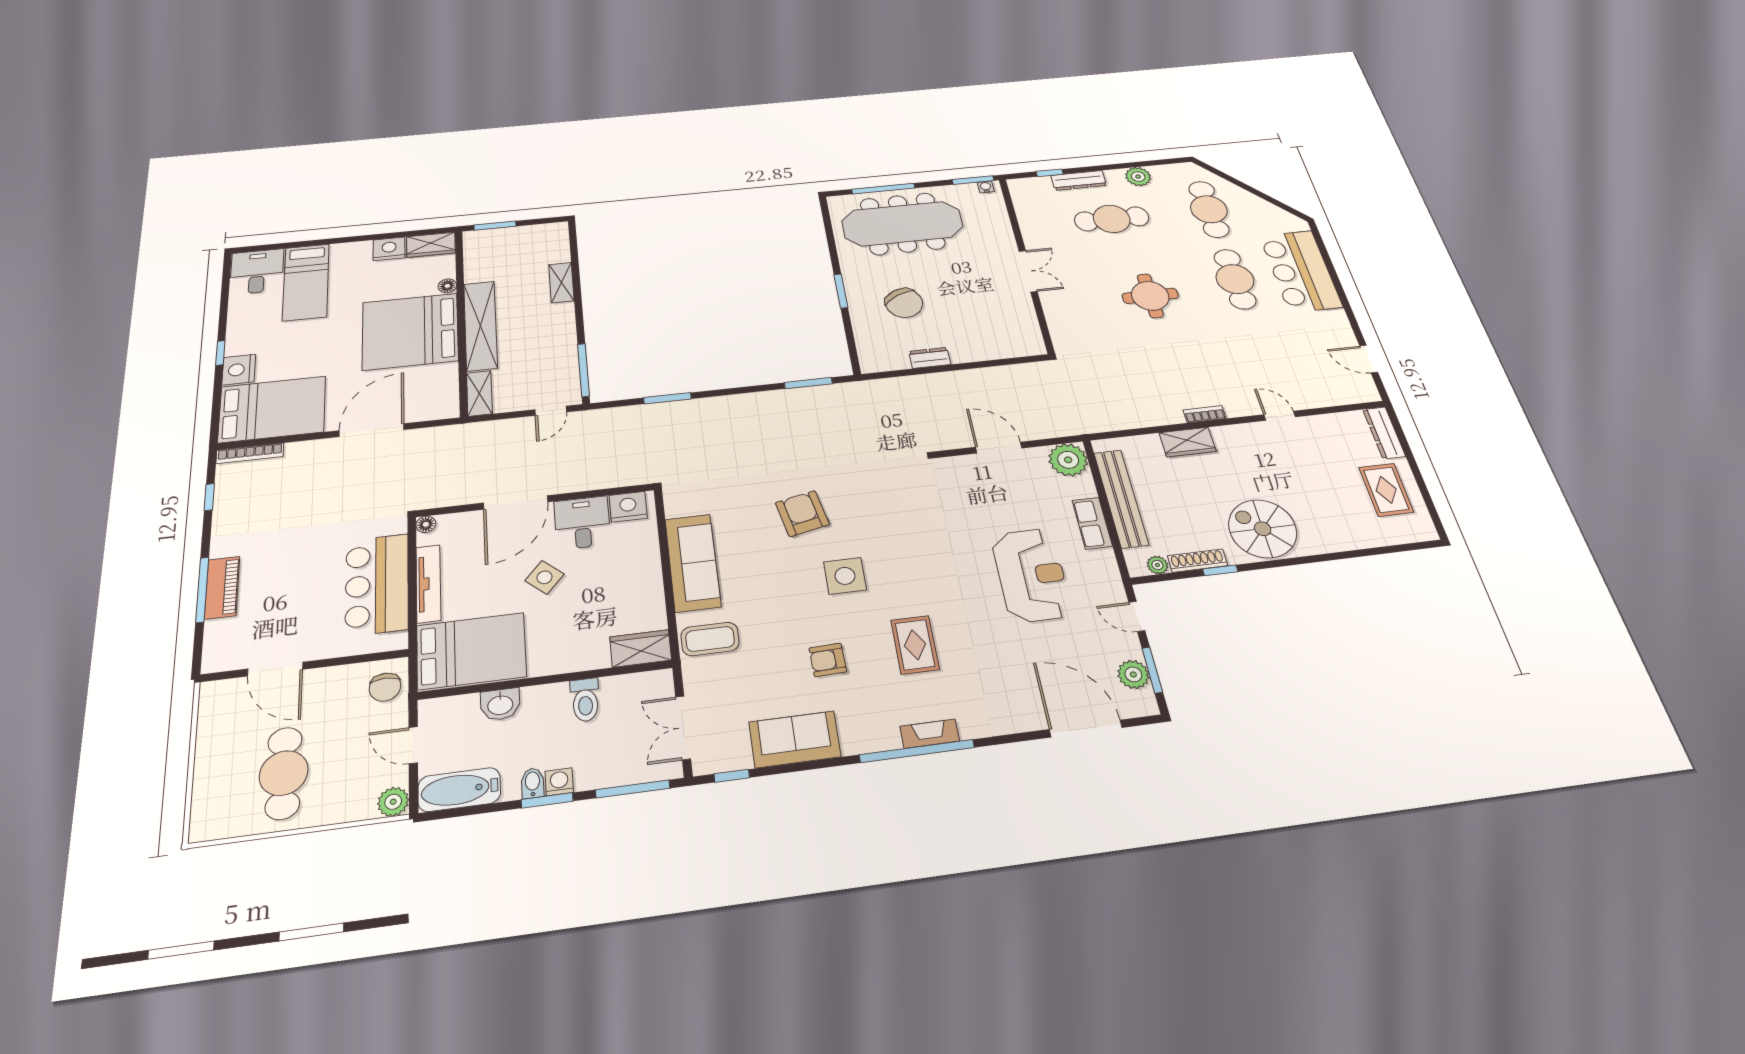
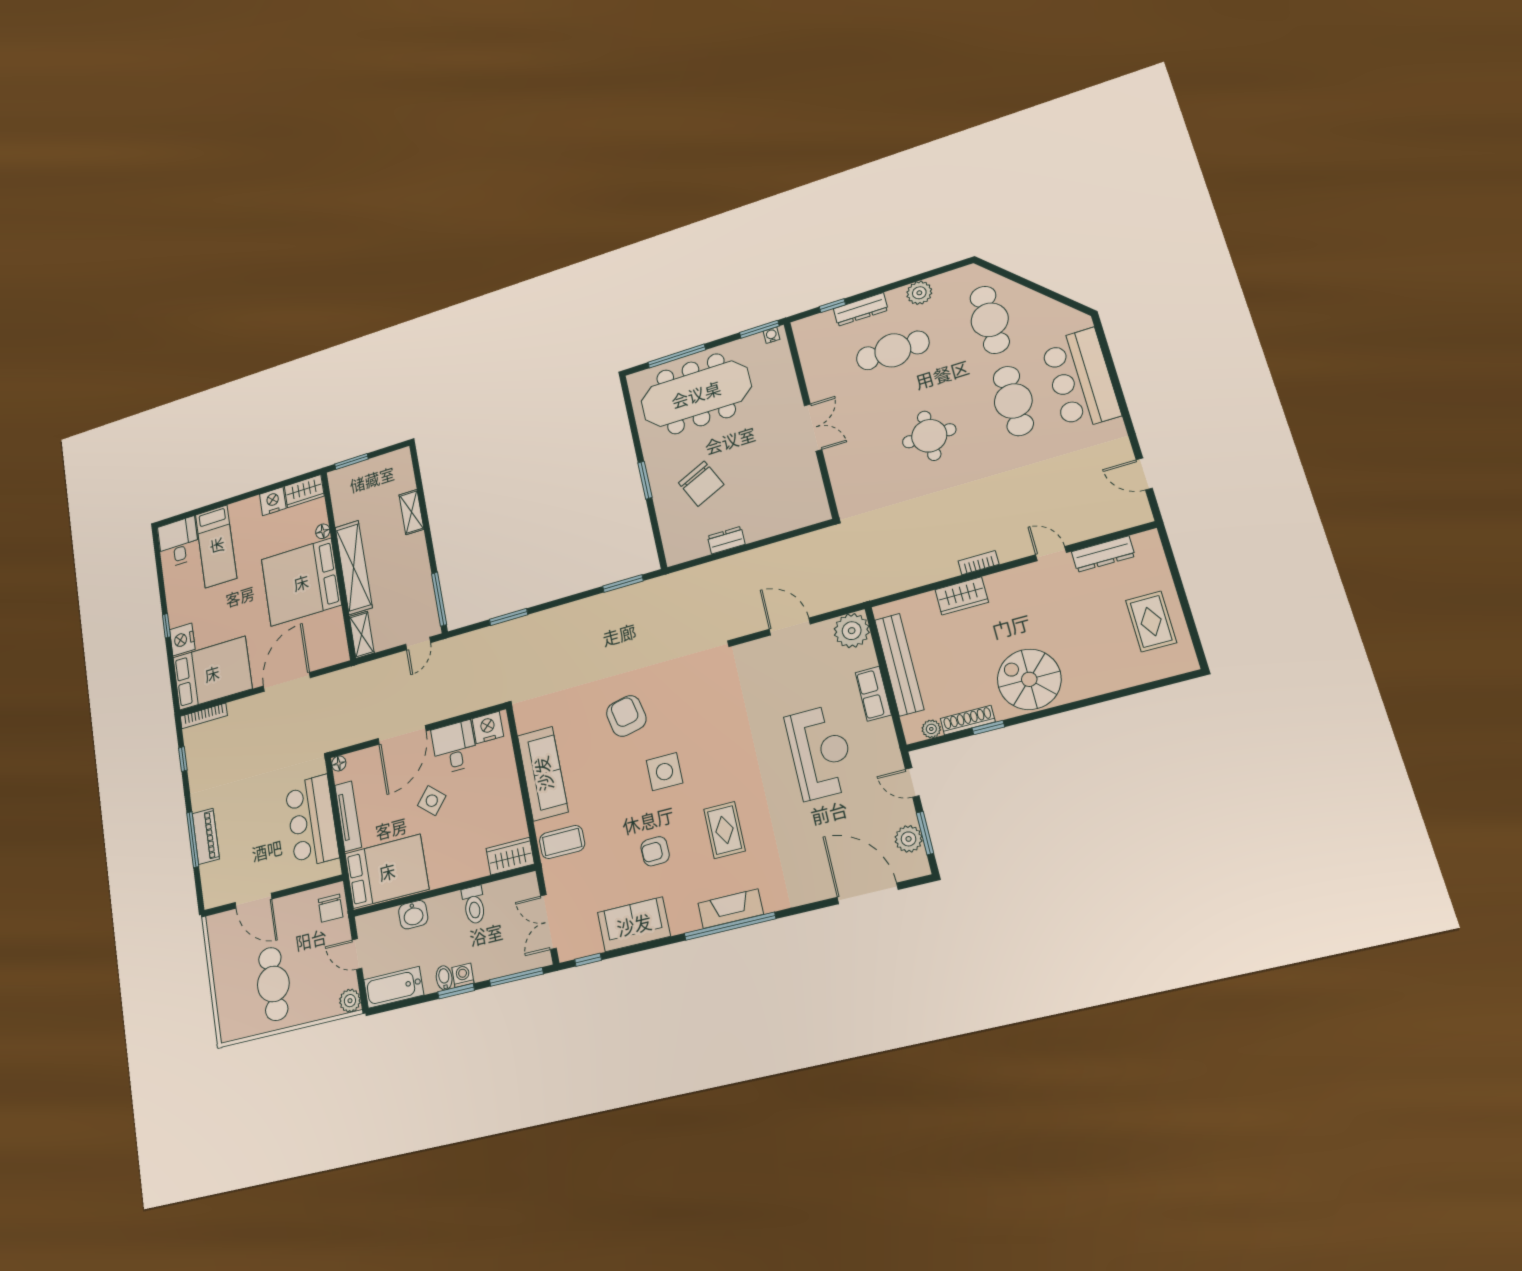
dresser: (1384, 433) -> (1103, 554), moved, turned -90
fireplace: (930, 734) -> (731, 909), width x1.37, depth x1.32

